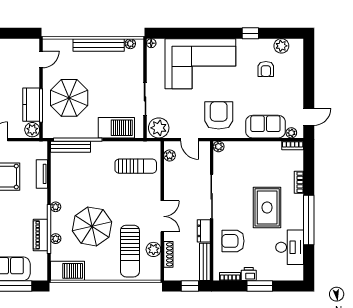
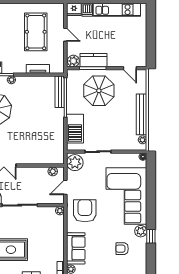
plant: (281, 46) -> (141, 231), moved
armchair: (219, 115) -> (85, 211), turned -90
sun lounger: (136, 166) -> (44, 144), removed

